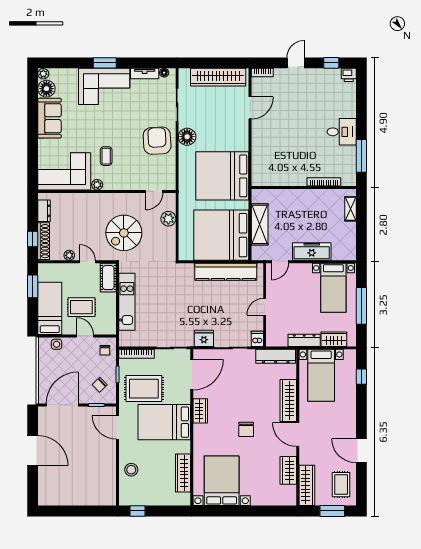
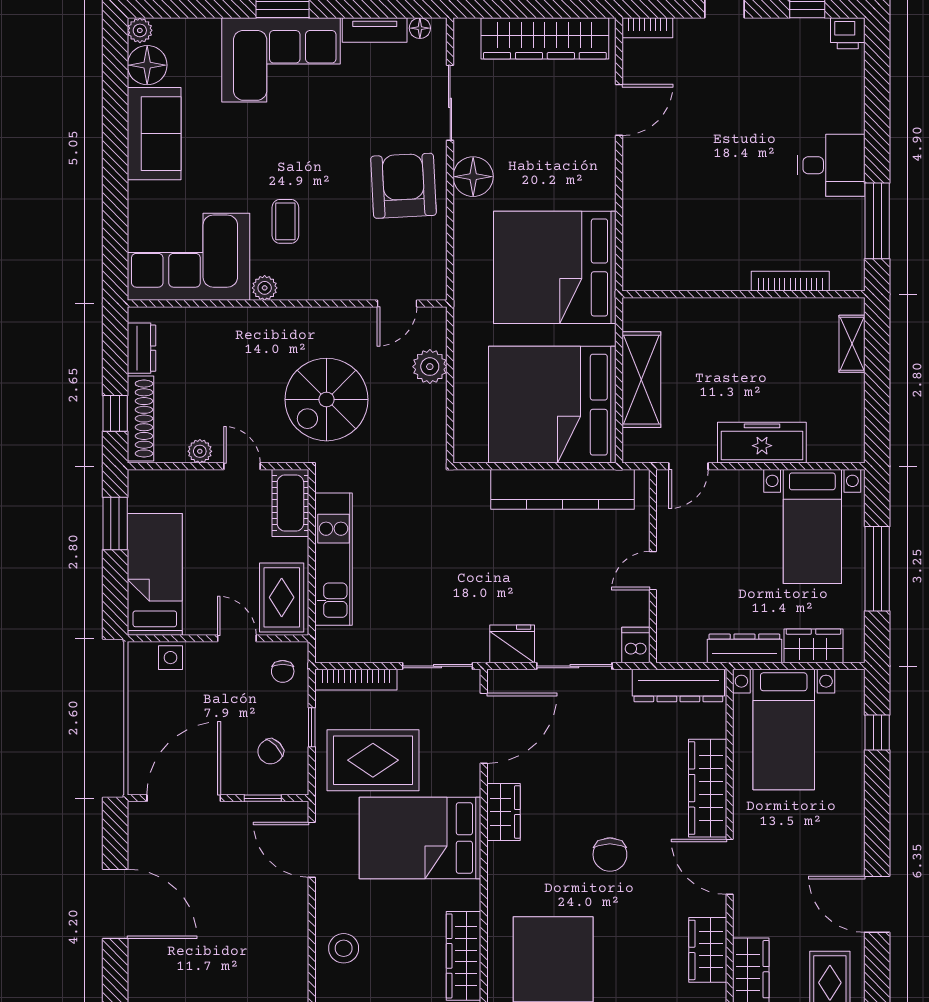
rug: (81, 307) -> (282, 597), moved, turned 90

